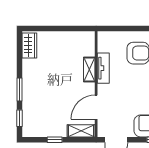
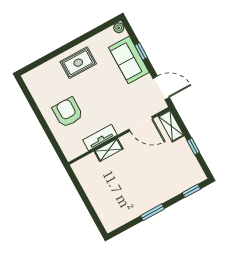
wardrobe: (29, 45) -> (117, 219), removed
window: (19, 89) -> (153, 212), moved

